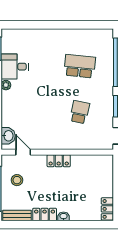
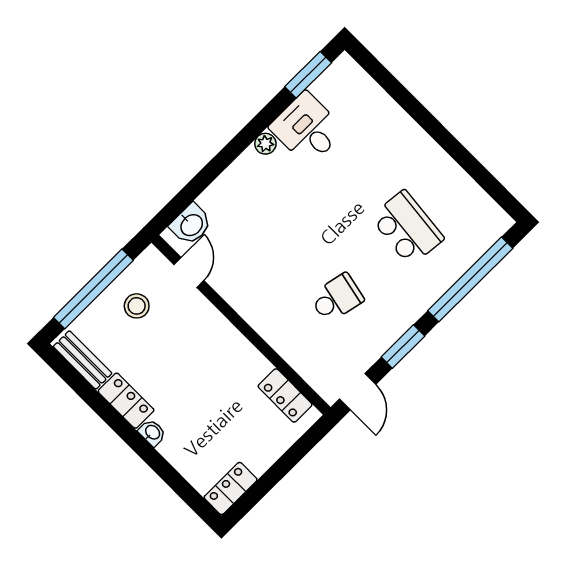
locker: (59, 161) -> (285, 395), moved

